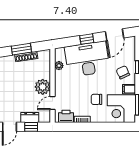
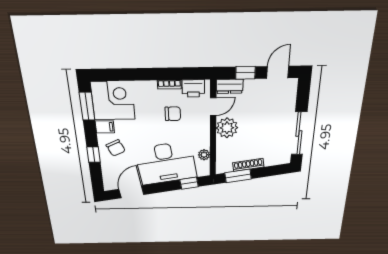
window: (87, 39) -> (189, 183), moved
window: (21, 49) -> (238, 176), moved
chair: (97, 99) -> (173, 114), moved
dresser: (30, 117) -> (230, 86), moved

